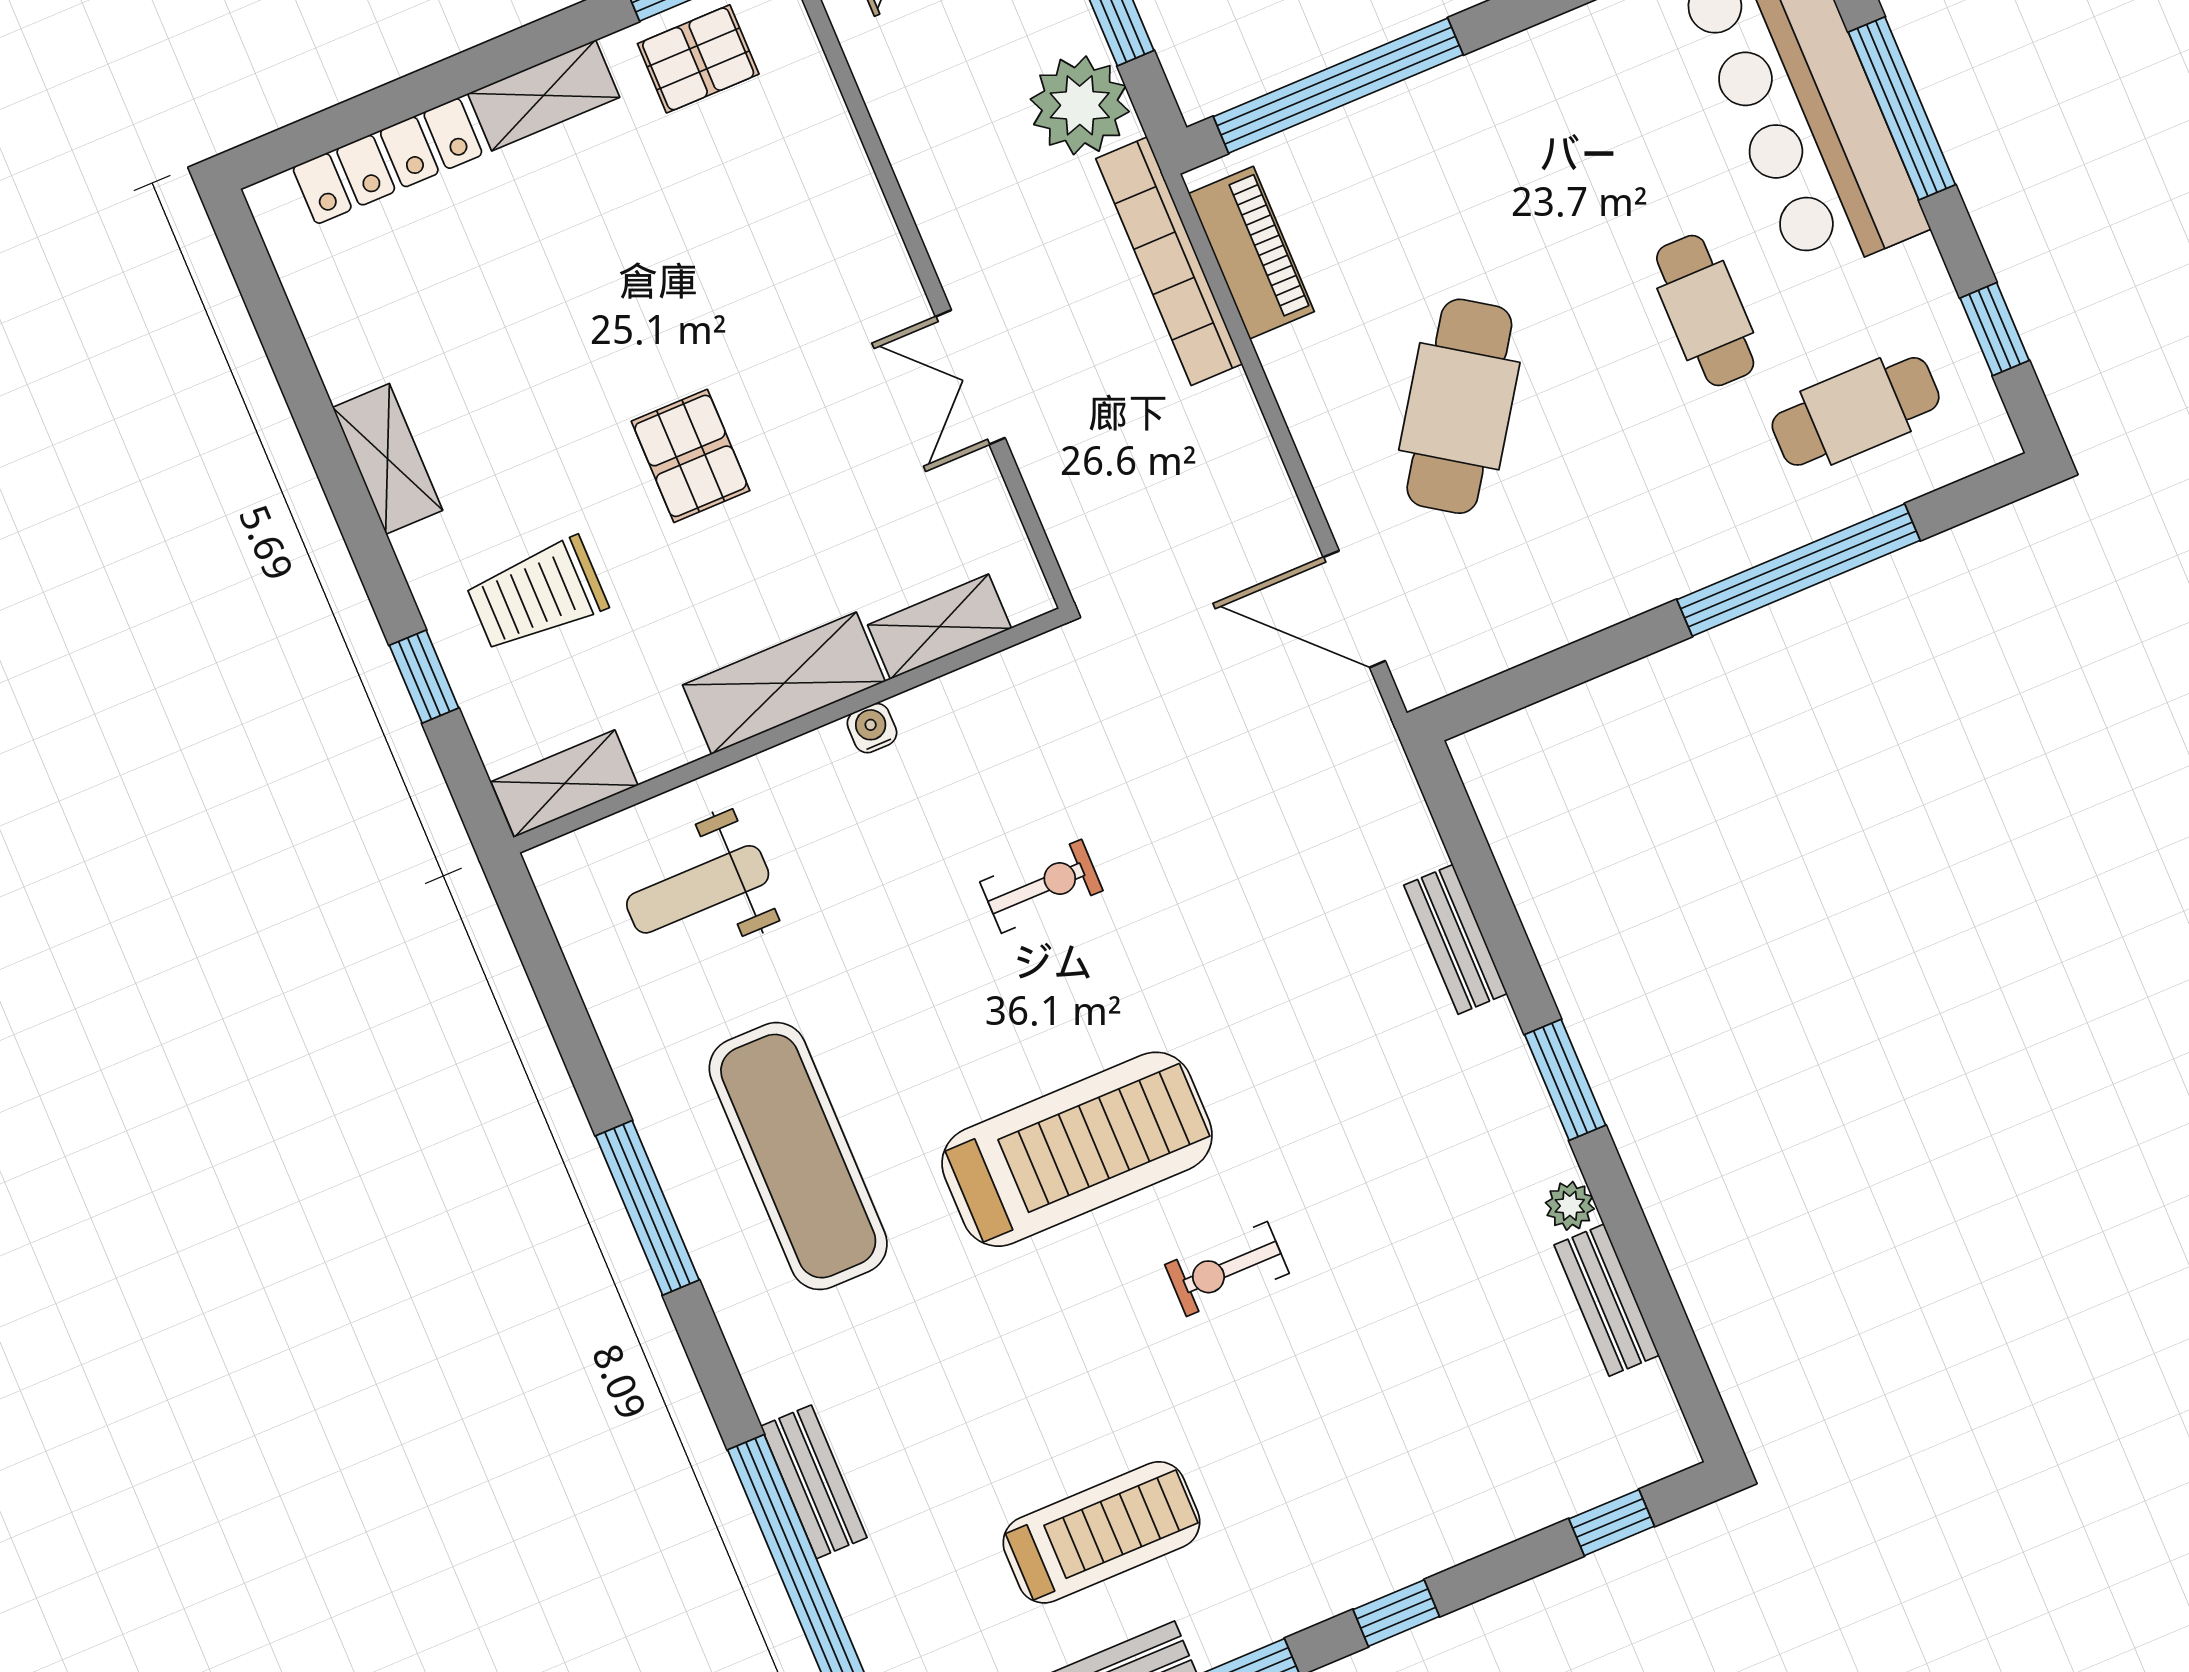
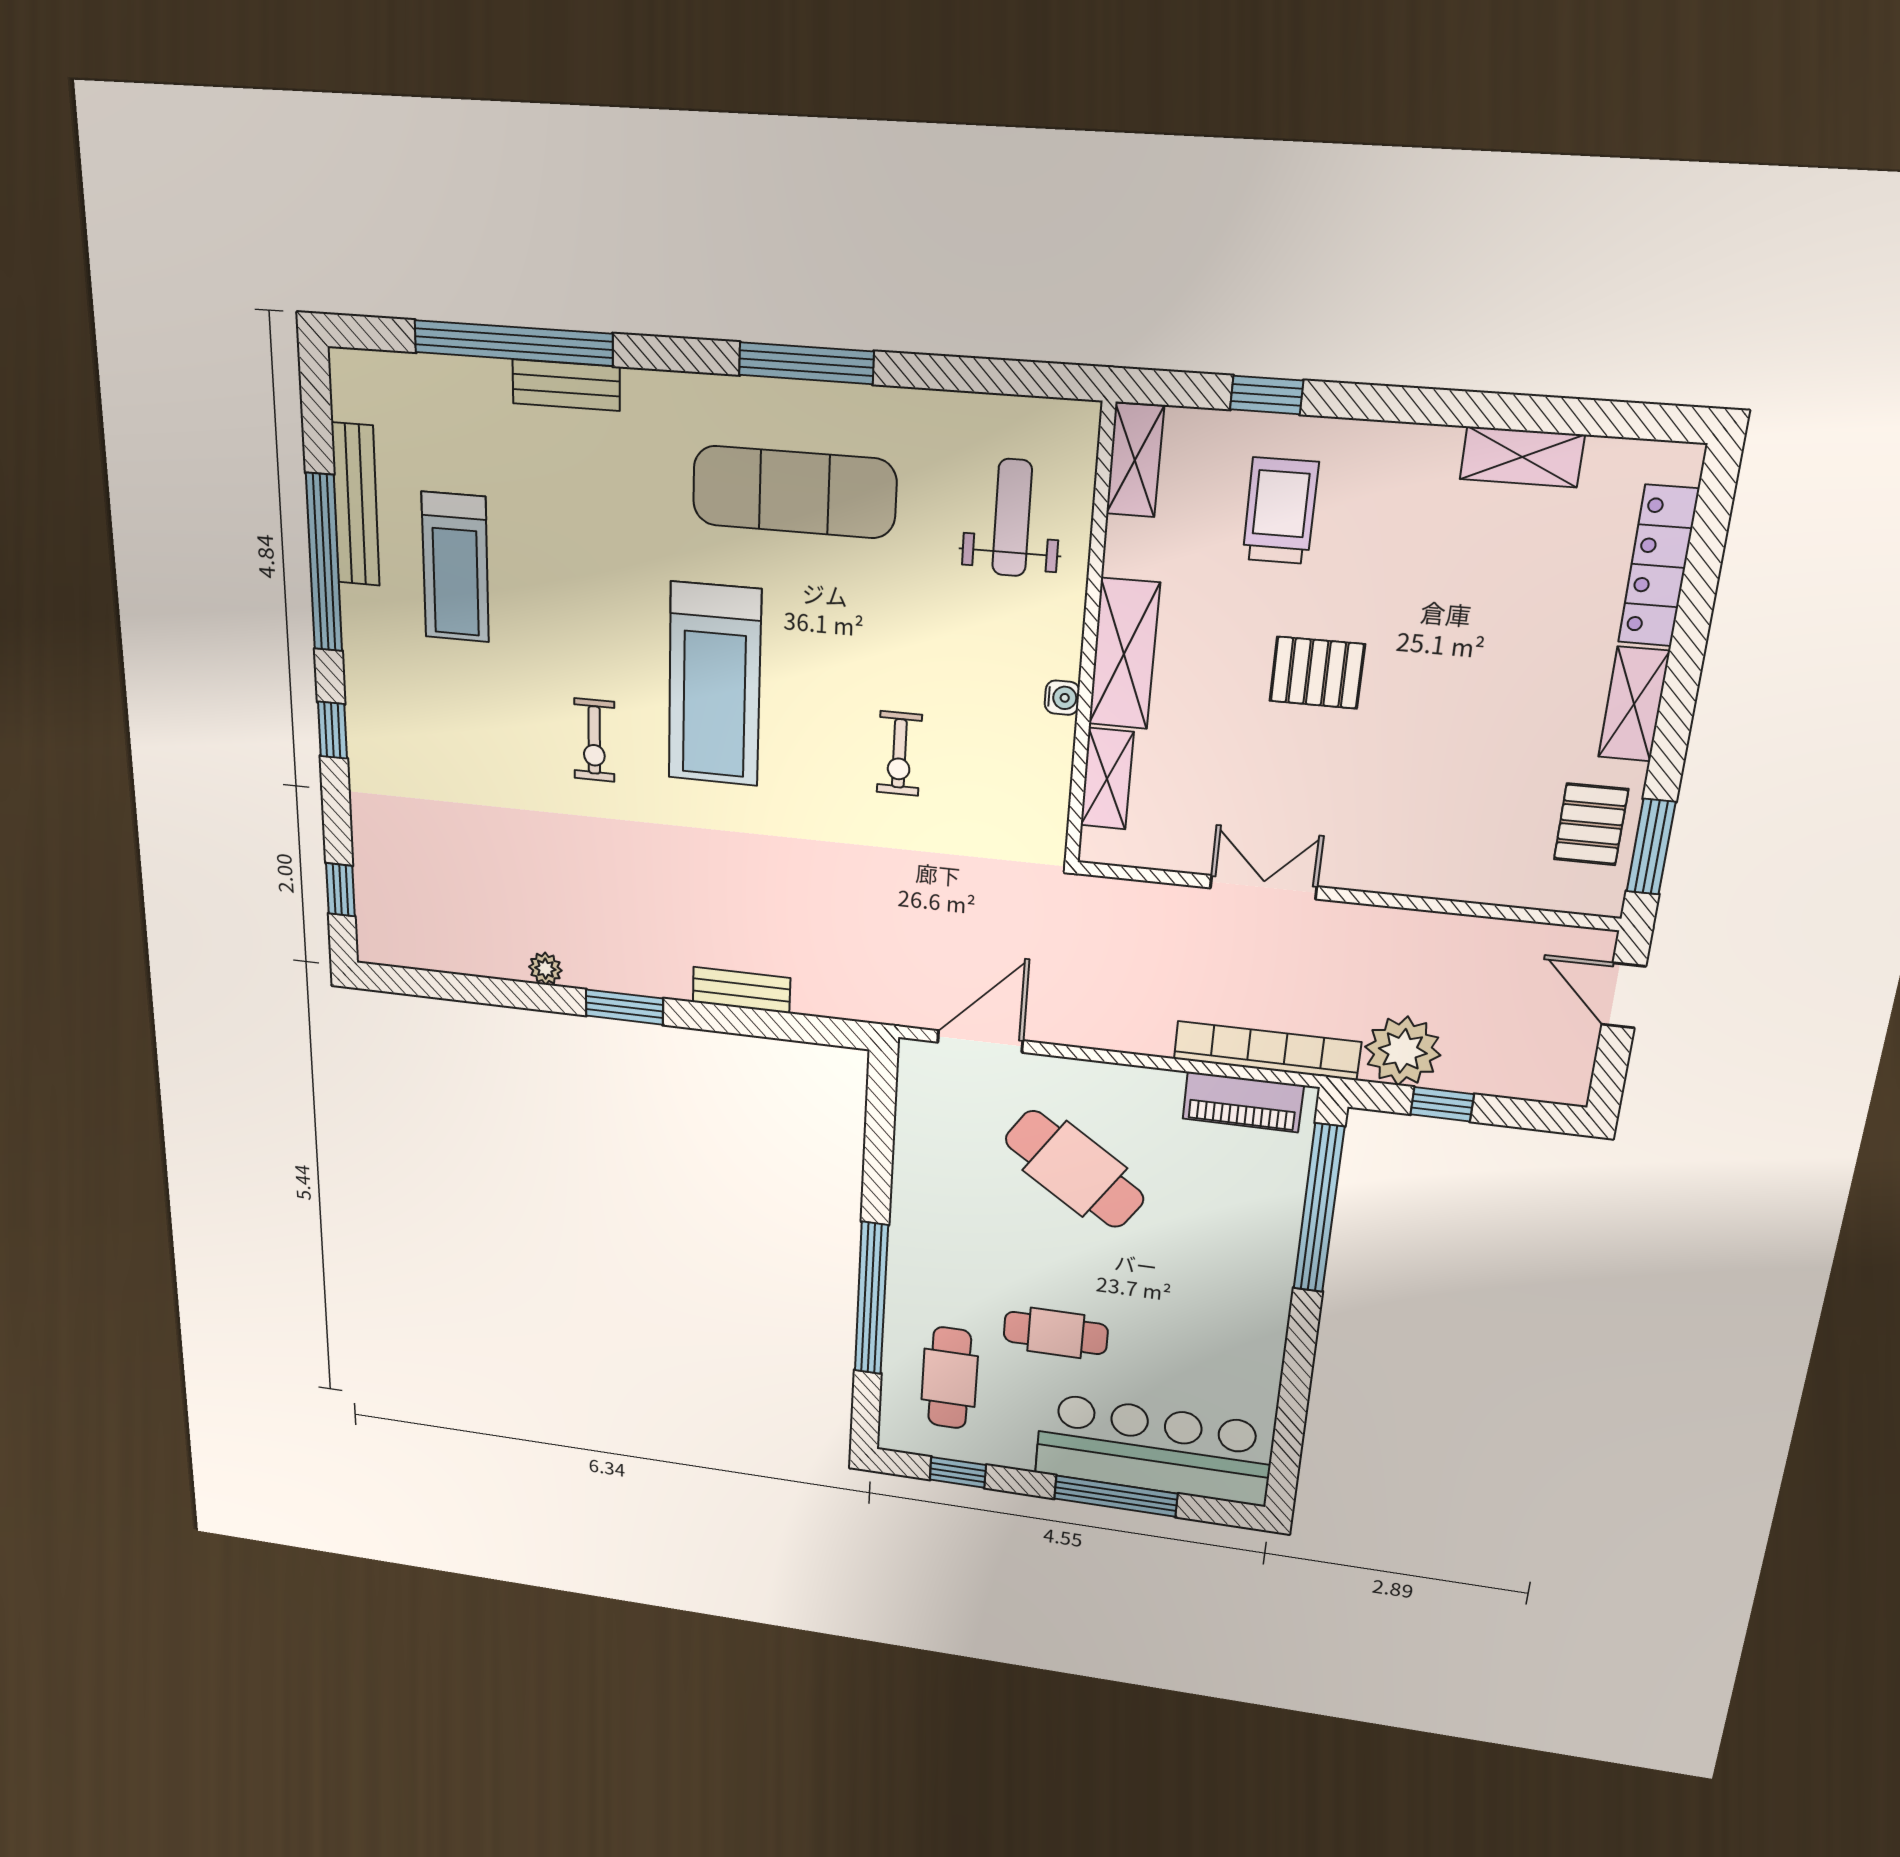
shelving: (388, 459) -> (1522, 457), moved
exercise bike: (1227, 1269) -> (594, 740), turned 180
bench: (1607, 1300) -> (478, 959), removed

